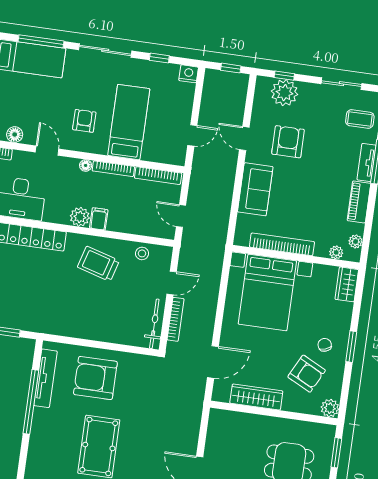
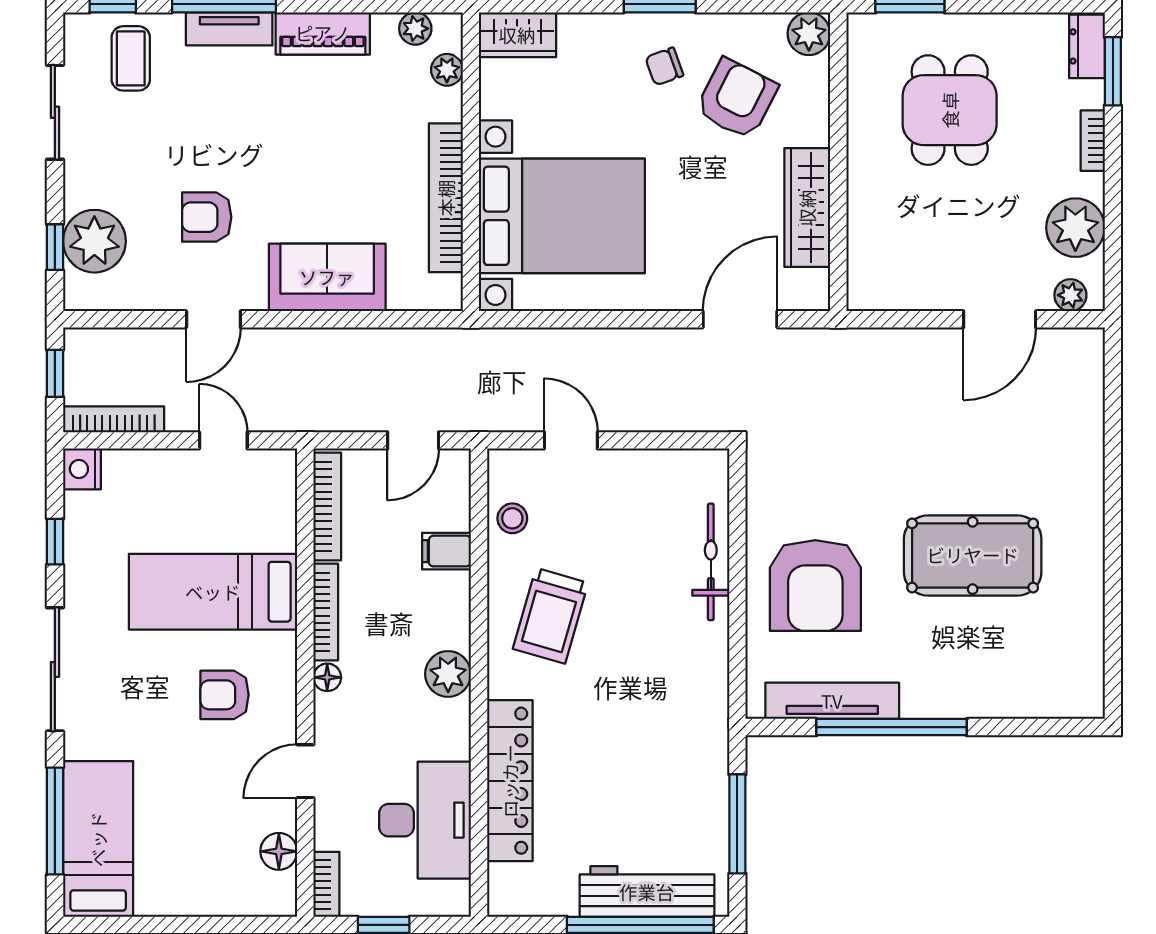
armchair: (288, 142) -> (207, 217), width x0.72, depth x0.72
filing cabinet: (99, 219) -> (446, 551), moved
bookcase: (176, 319) -> (114, 419), moved
bicycle: (154, 324) -> (711, 562), moved, turned 90
door: (213, 362) -> (740, 319), hinge flipped

